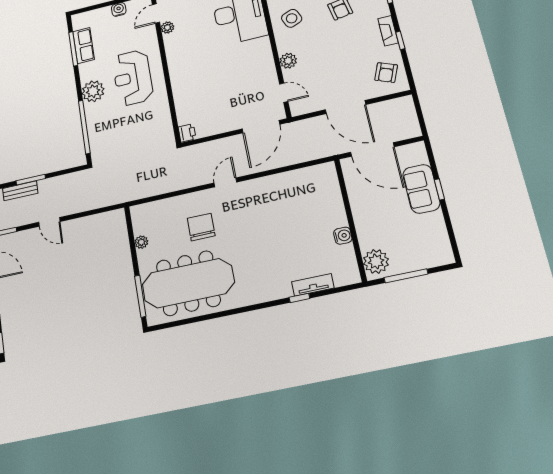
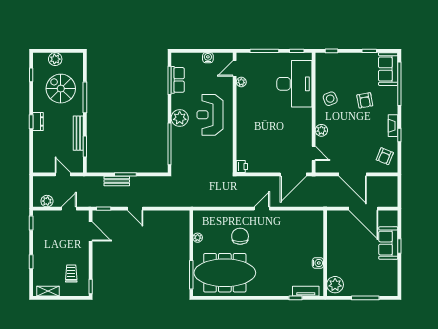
wall: (350, 220) -> (325, 253), moved
water cooler: (343, 236) -> (318, 263), moved
plant: (376, 261) -> (335, 285), moved

